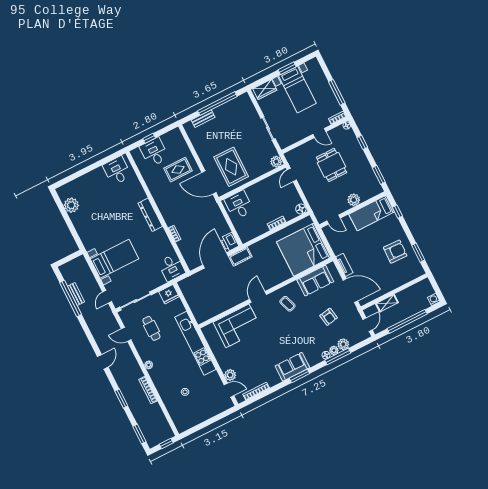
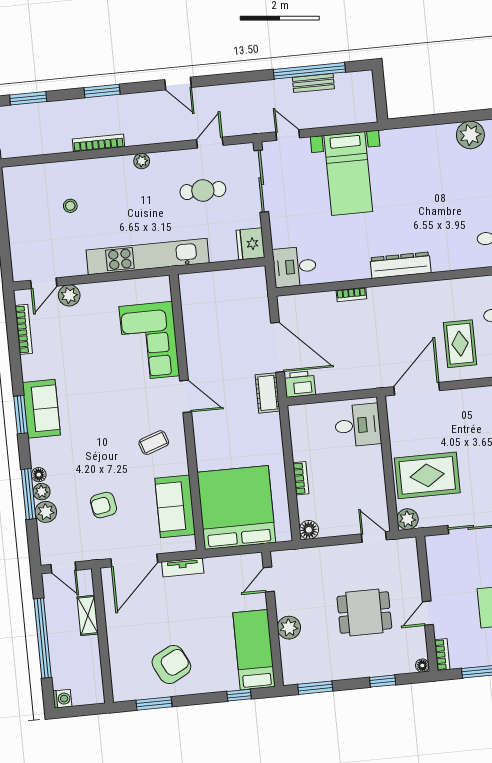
rug: (231, 167) -> (427, 475), moved
armchair: (395, 252) -> (171, 664), turned -119

